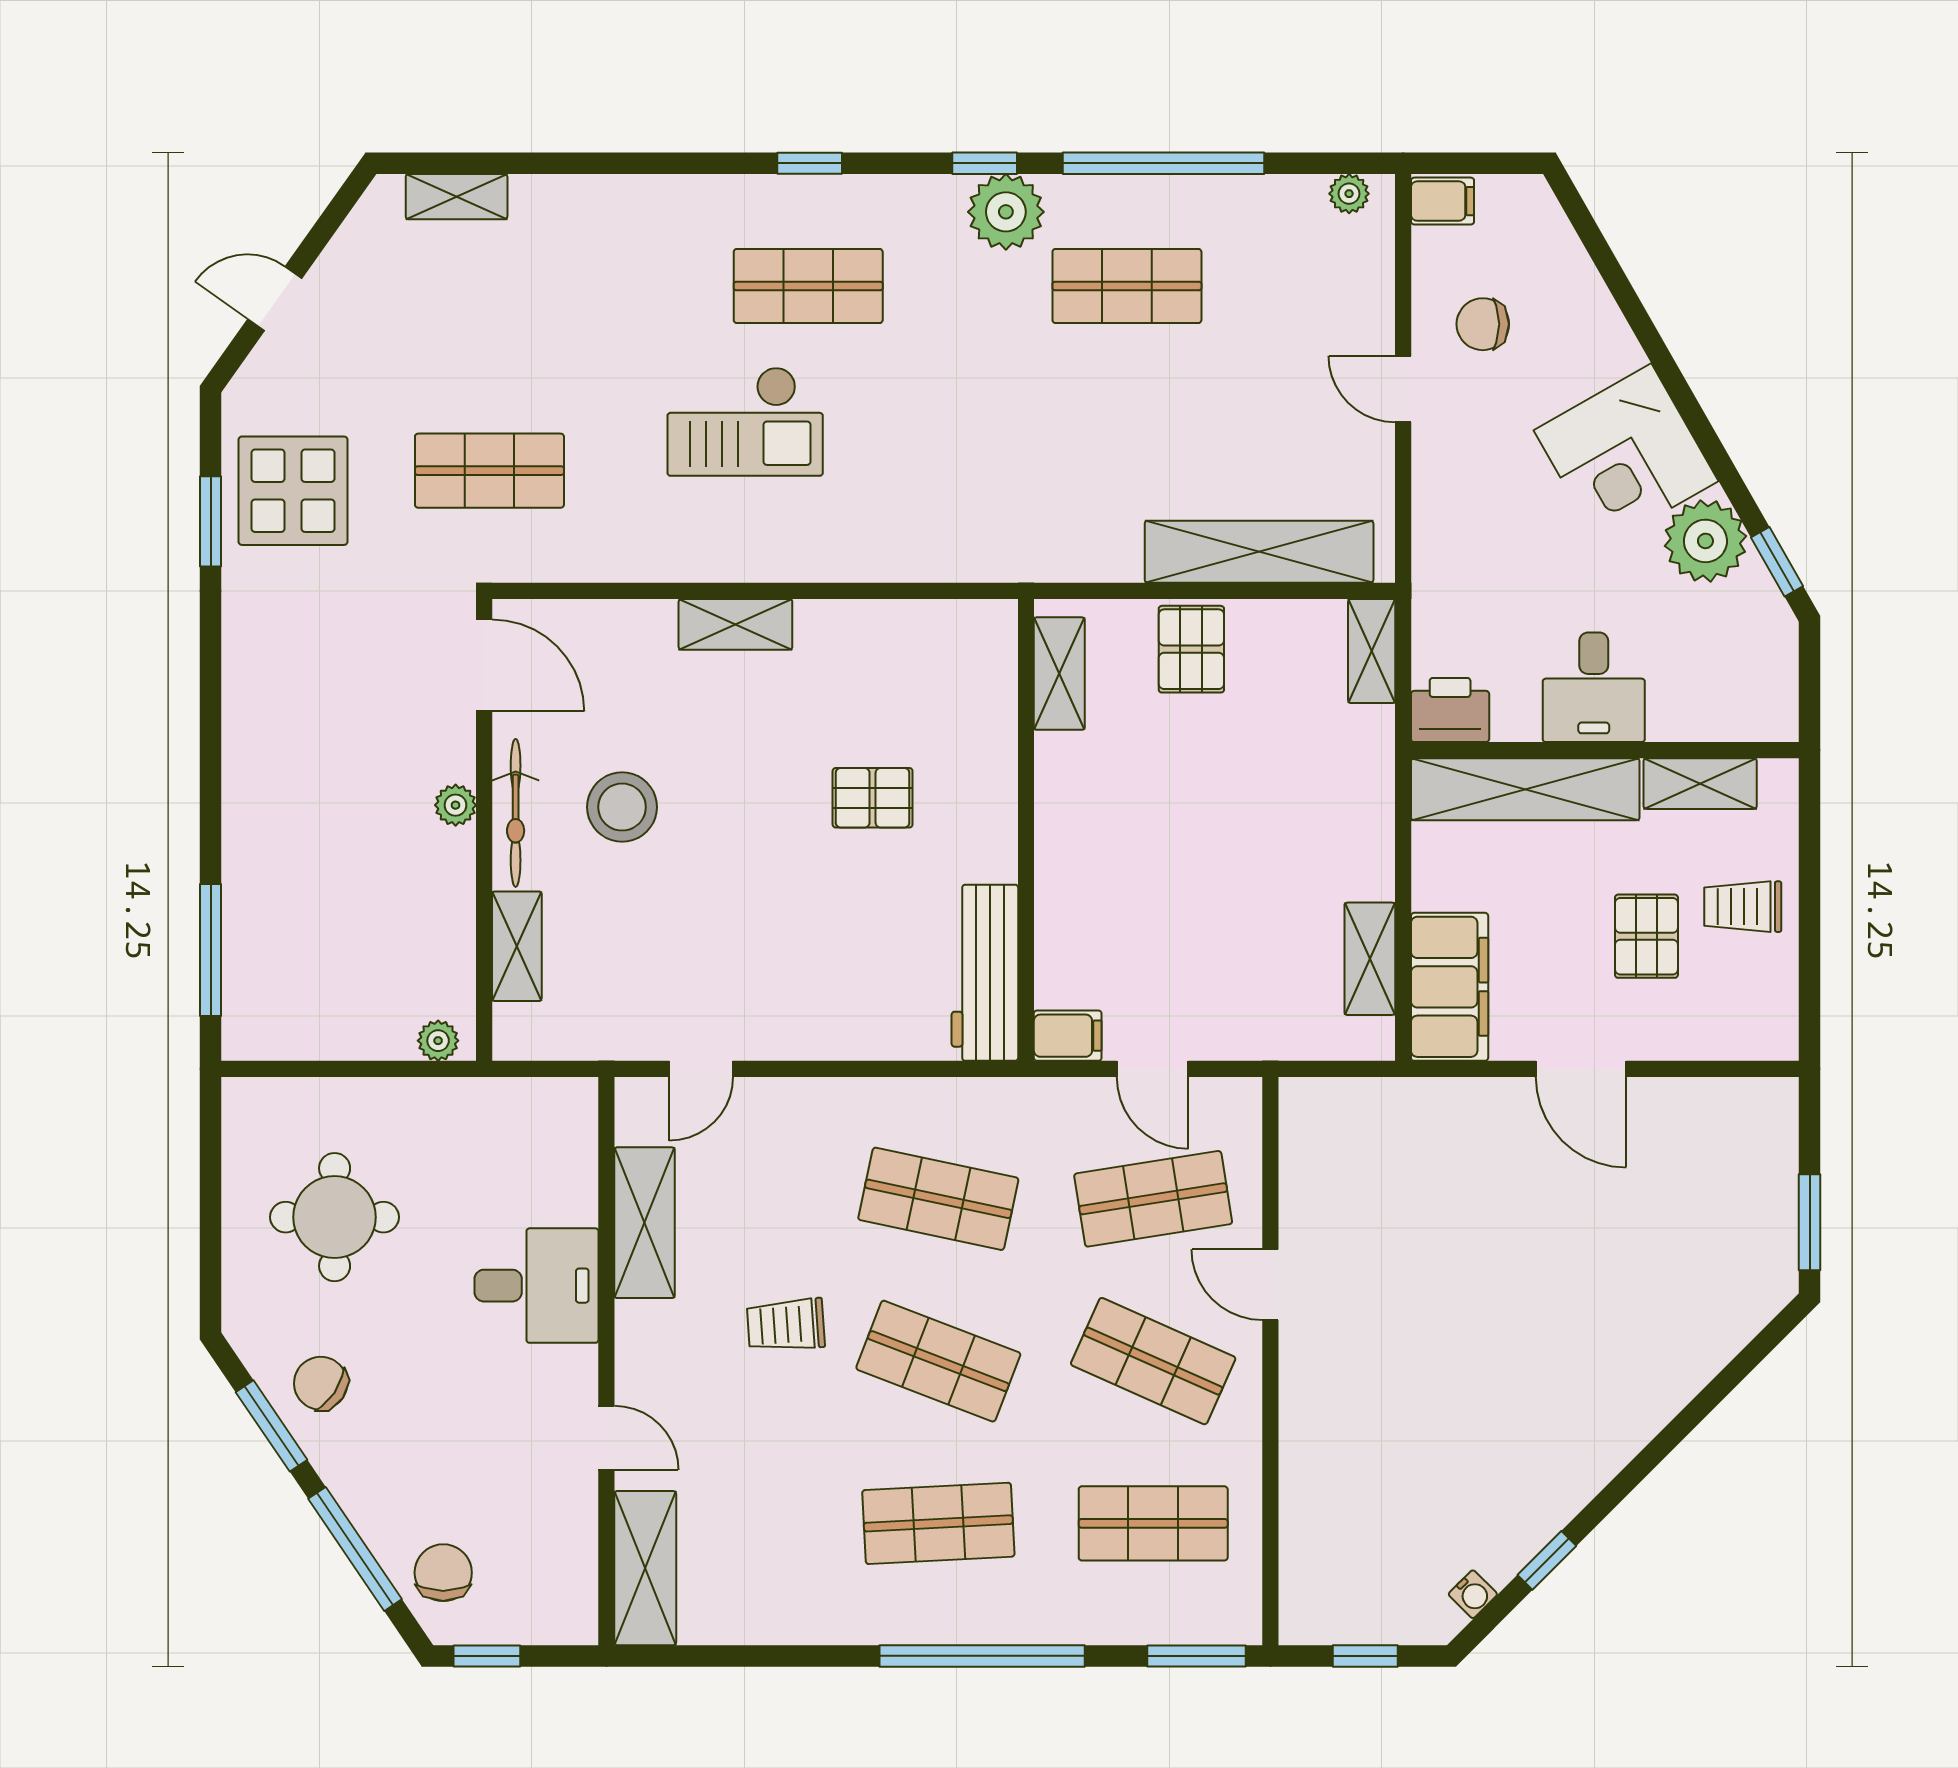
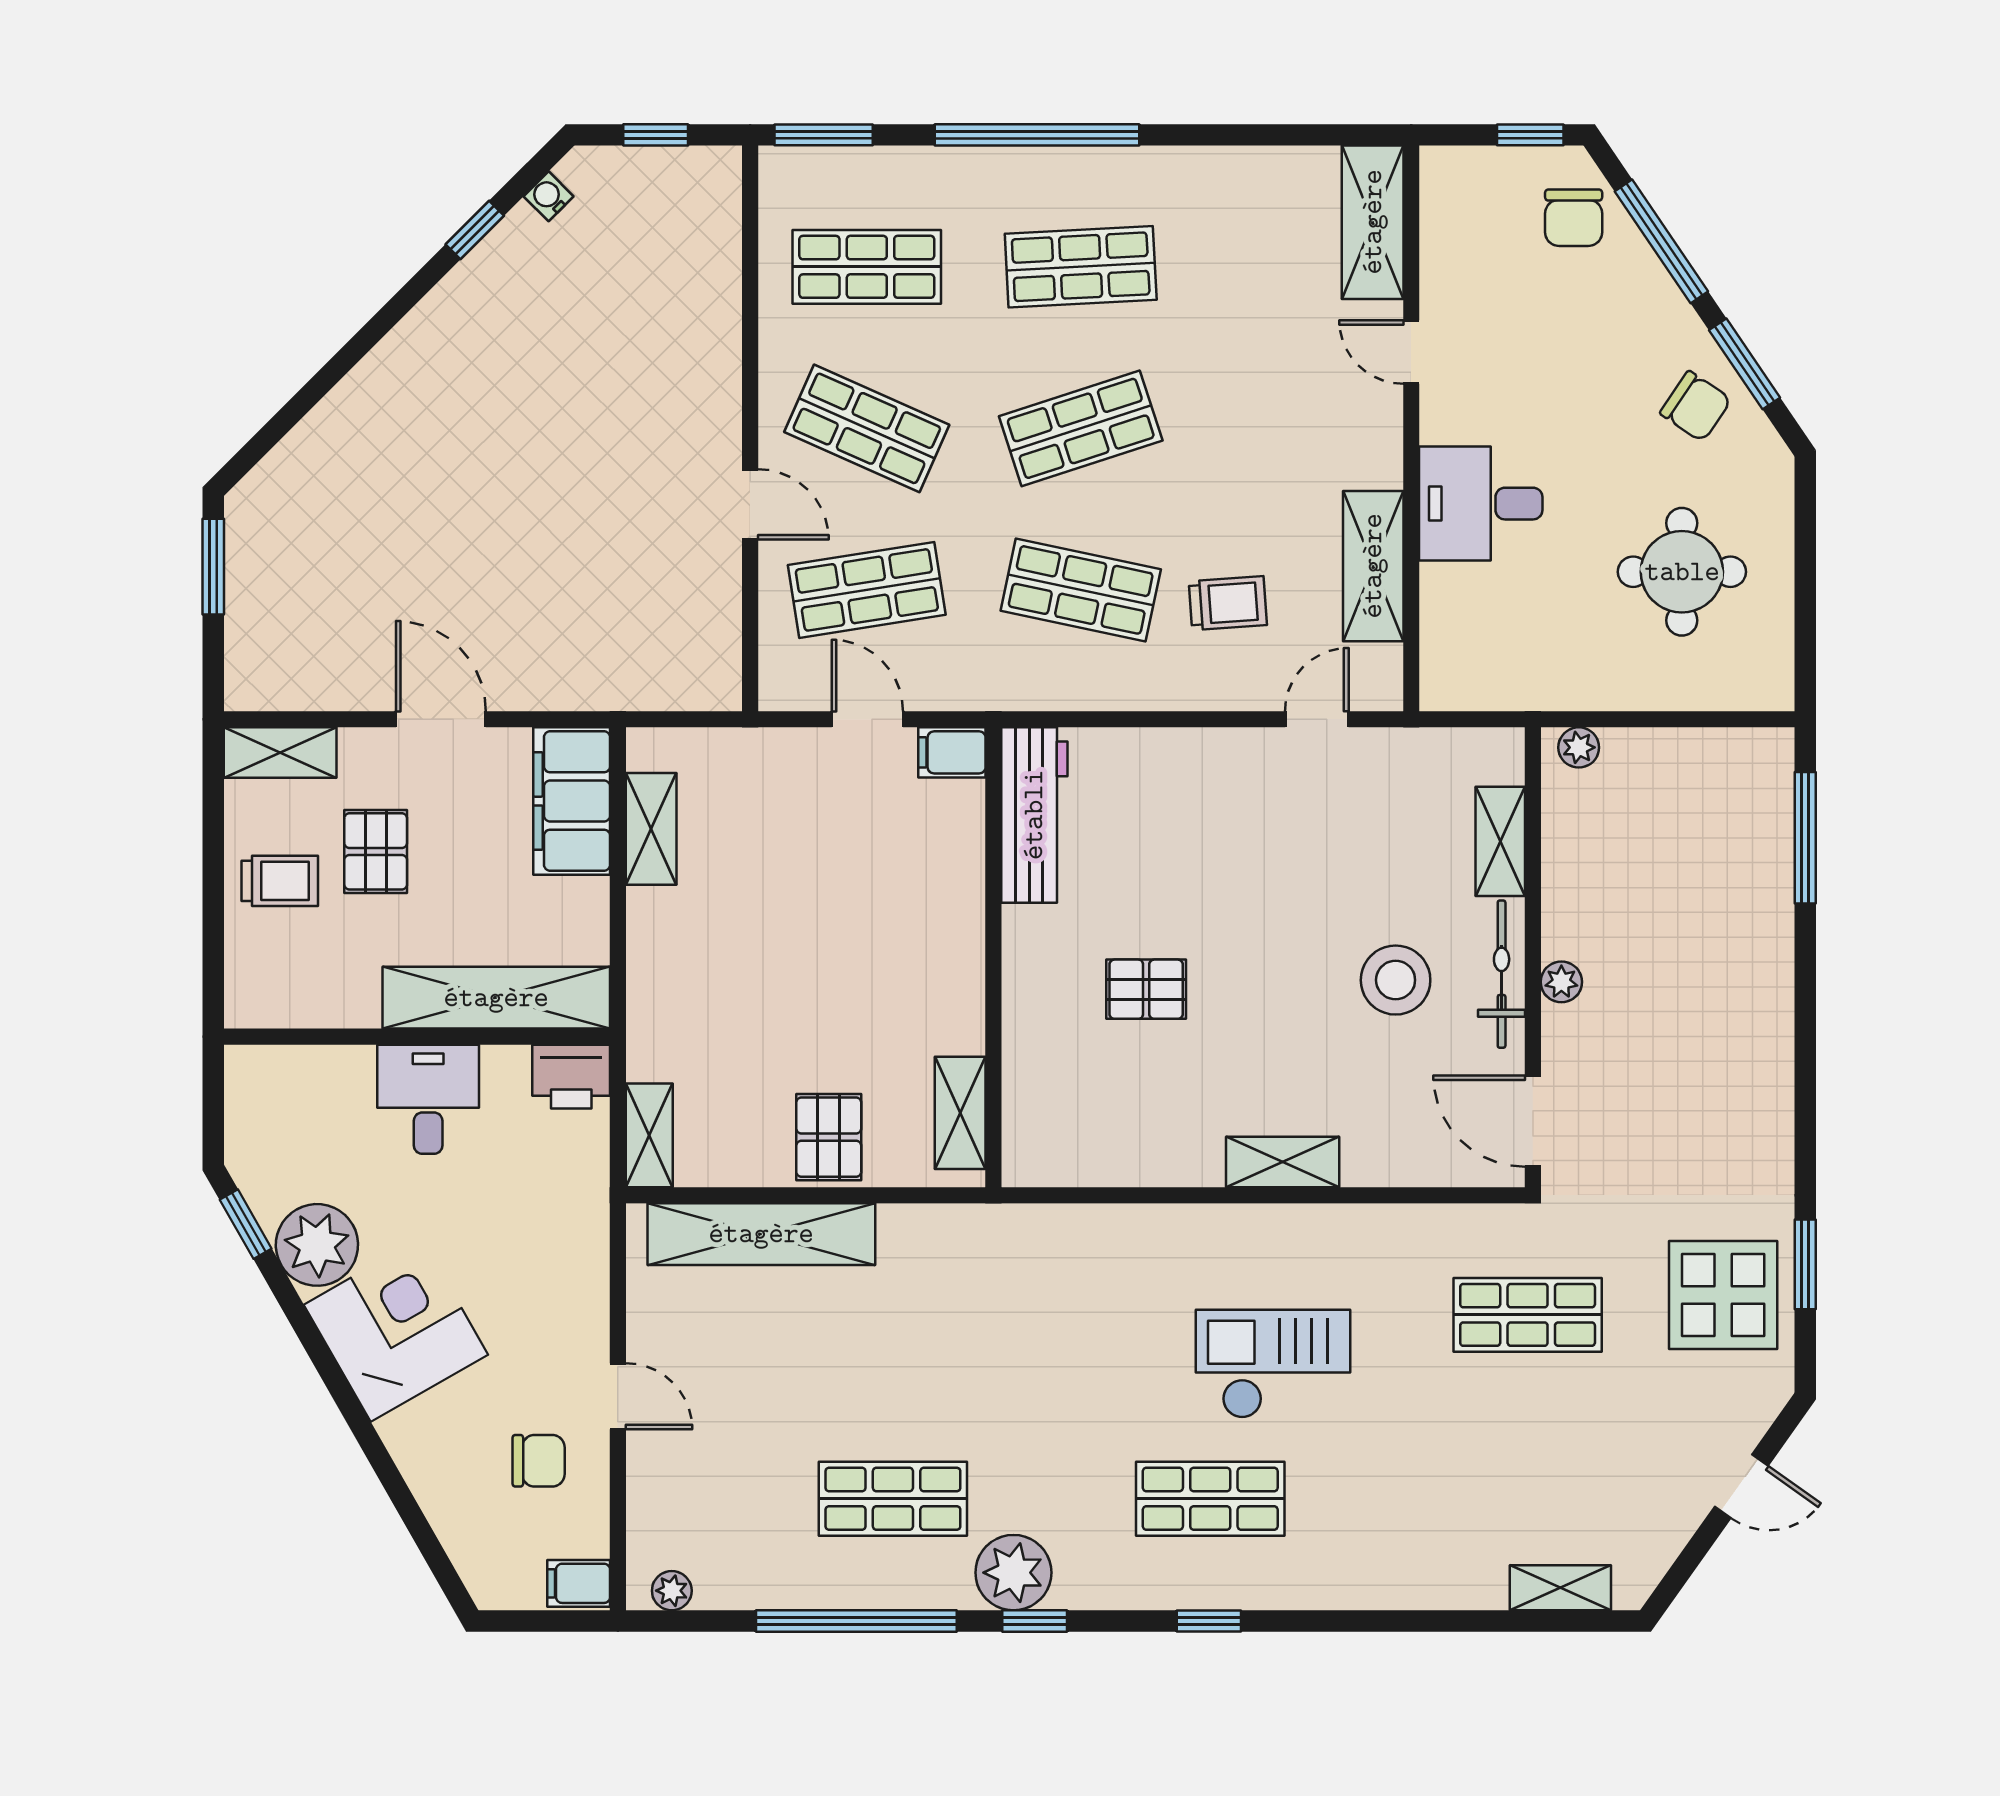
shelving: (1700, 784) -> (280, 753), moved
trolley: (786, 1325) -> (1228, 603), moved
shop shelf: (938, 1361) -> (1081, 428), turned -39

